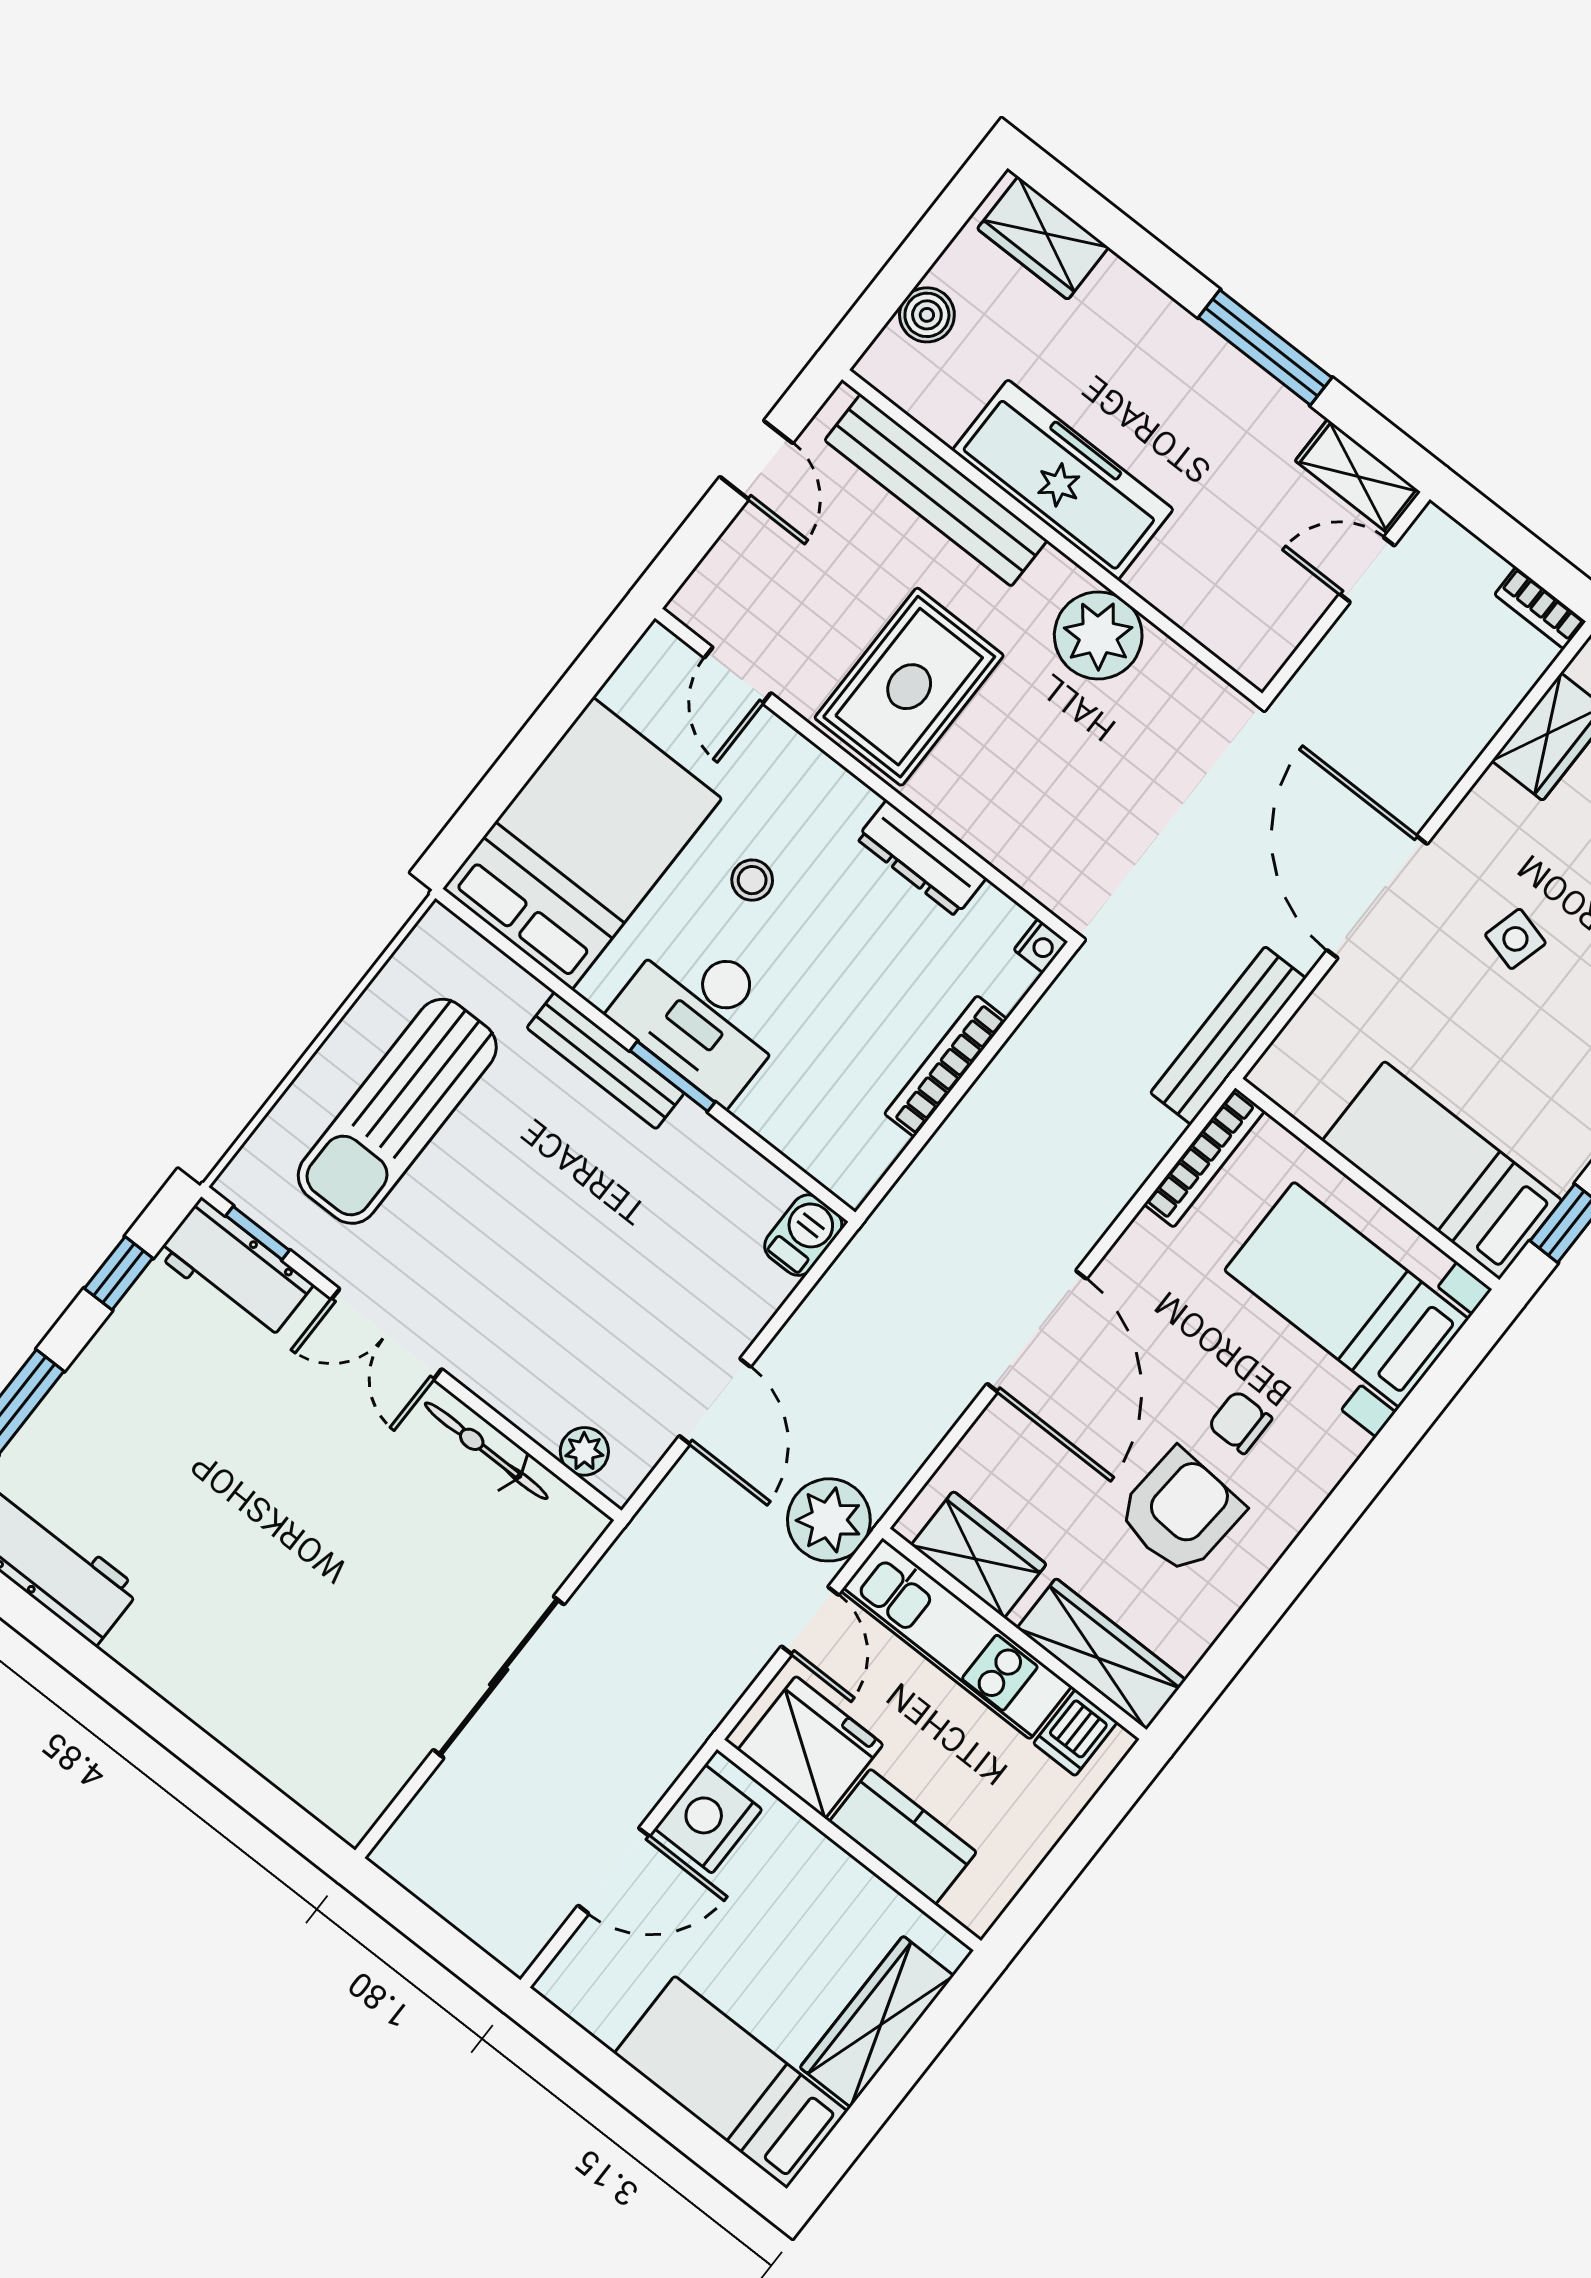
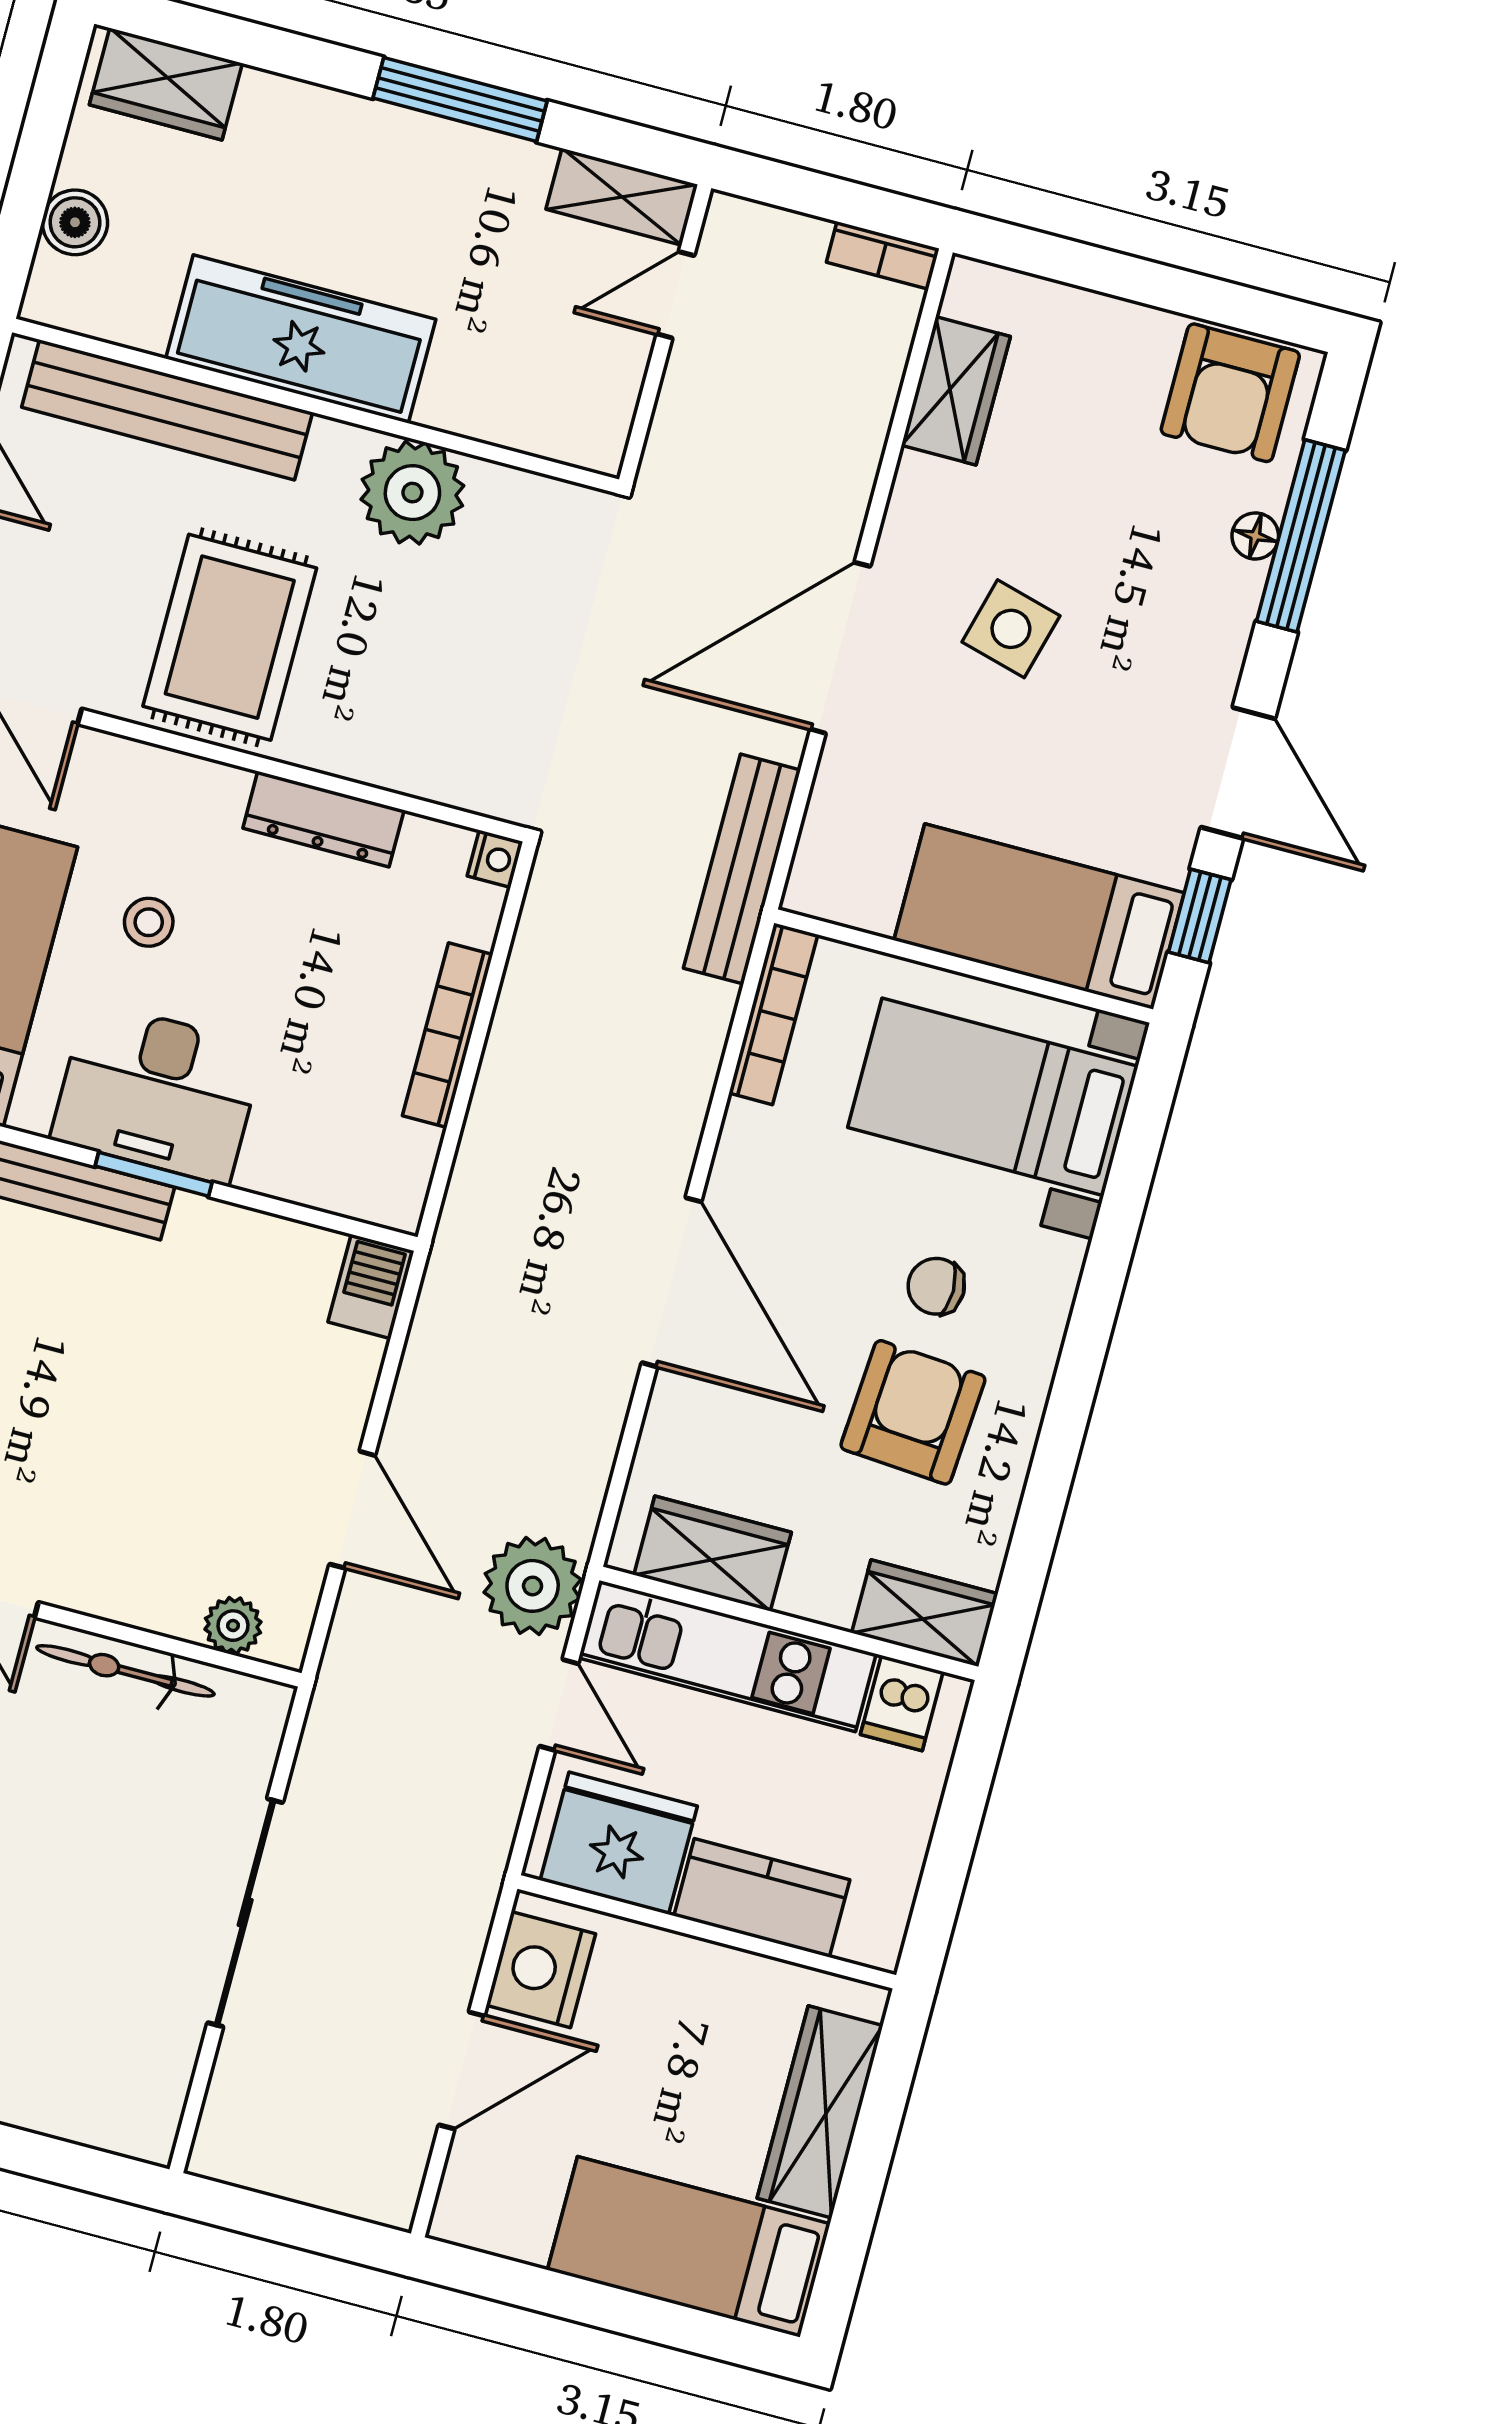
door: (1377, 897) -> (840, 648), hinge flipped
side table: (1515, 939) -> (1011, 629), width x1.37, depth x1.37
wardrobe: (1101, 1654) -> (924, 1613), width x0.67

